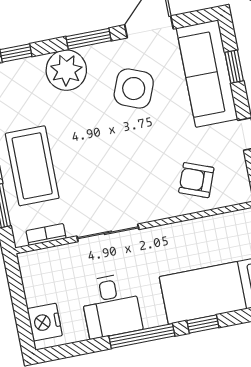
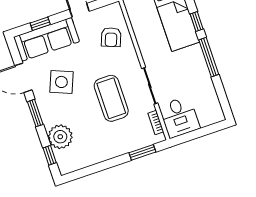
plant: (66, 70) -> (60, 137), moved
coffee table: (32, 166) -> (111, 98), moved, turned 90
desk: (111, 306) -> (179, 117), moved, turned 90
nightstand: (45, 322) -> (208, 116), removed

